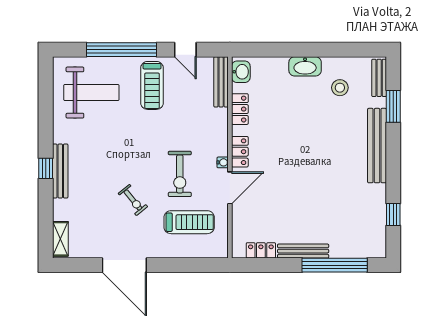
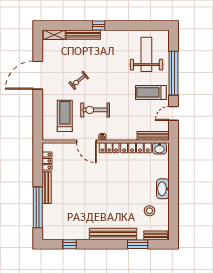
weight bench: (91, 93) -> (146, 54), turned 180
locker: (240, 109) -> (136, 148), width x1.53
bench: (60, 171) -> (83, 35), moved
treadmill: (189, 222) -> (65, 116), turned 180

